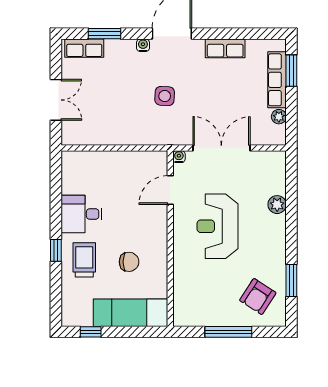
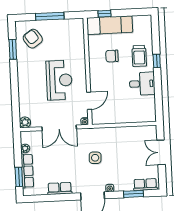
plant: (277, 205) -> (25, 122), moved
armchair: (258, 297) -> (33, 39), turned -68
window: (91, 332) -> (105, 14), moved

